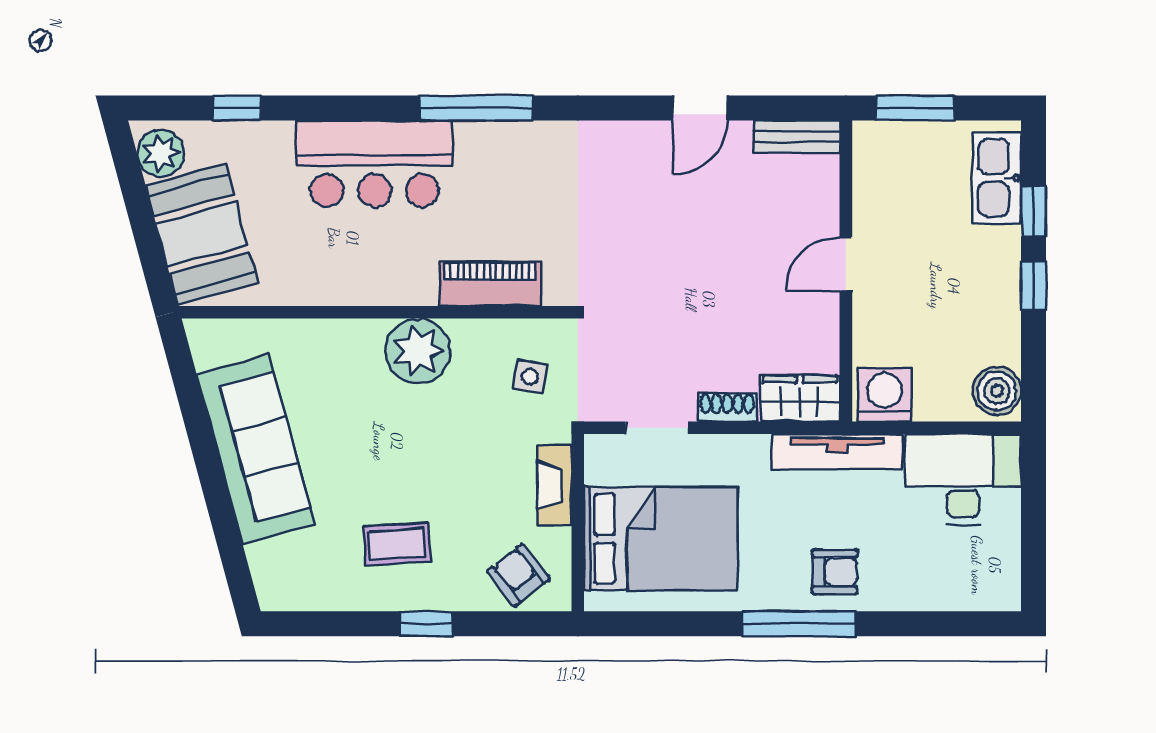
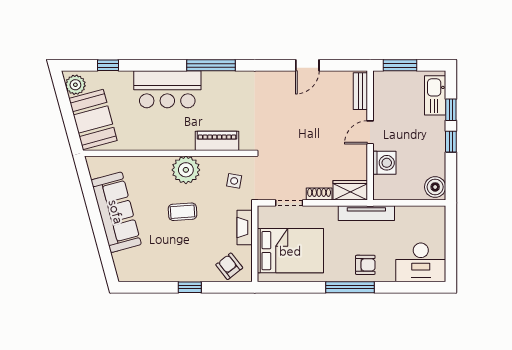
bench: (797, 137) -> (360, 91), moved, turned 90
washing machine: (885, 395) -> (384, 163), moved, turned 90
desk: (963, 479) -> (421, 262), moved, turned 180
coffee table: (397, 544) -> (183, 212), moved

